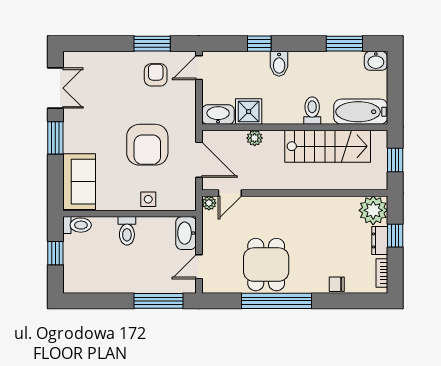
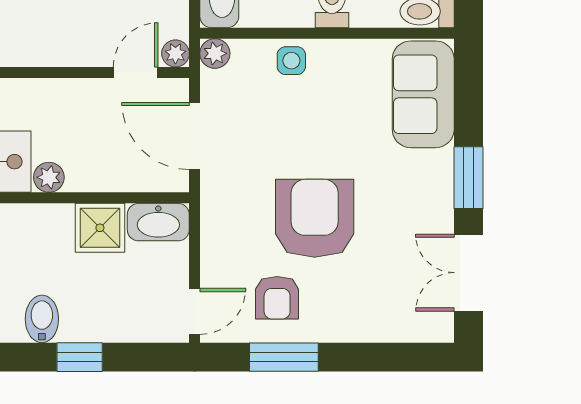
plant: (255, 138) -> (49, 177), moved
armchair: (147, 145) -> (315, 218), moved
plant: (188, 203) -> (215, 53), added

